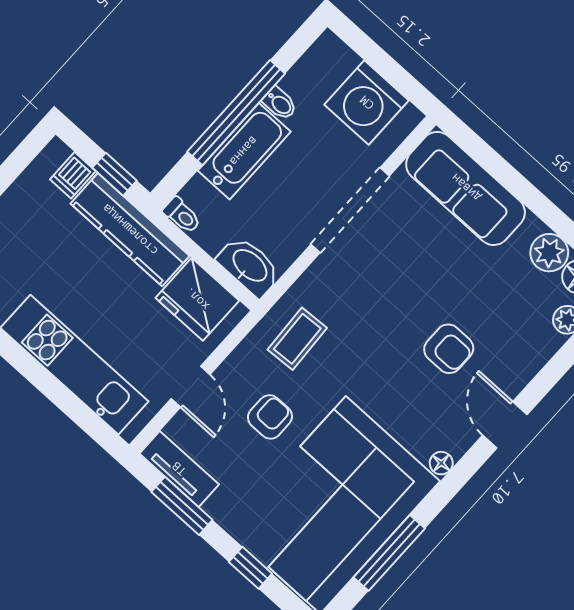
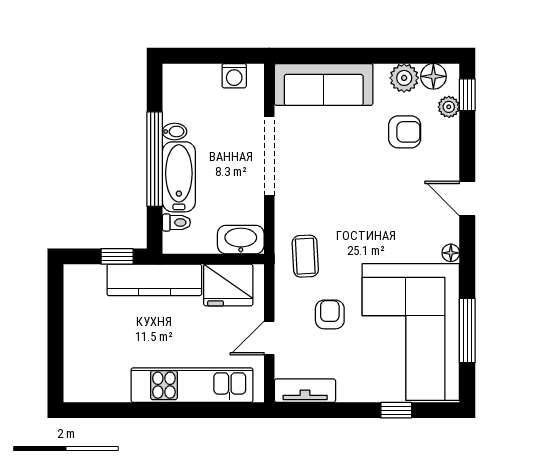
washing machine: (367, 103) -> (234, 76), width x0.53, depth x0.53
dishwasher: (73, 175) -> (94, 278), removed
toilet: (182, 215) -> (176, 222), moved
armchair: (449, 349) -> (405, 132), moved
door: (191, 387) -> (269, 338), swing flipped
window: (182, 506) -> (325, 410), removed

